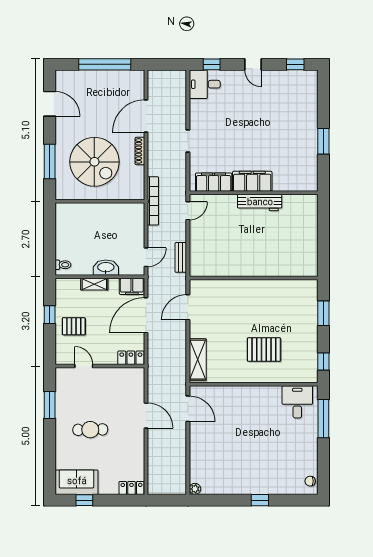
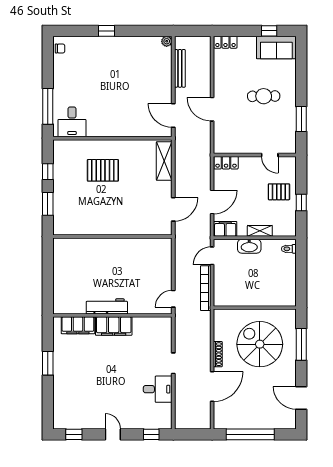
desk: (205, 84) -> (158, 389), moved
filing cabinet: (214, 182) -> (78, 325), moved
bookcase: (153, 201) -> (206, 288), moved
bench: (181, 257) -> (180, 68), moved, width x1.36
door: (146, 315) -> (212, 202), width x0.73
window: (323, 361) -> (48, 172), moved

